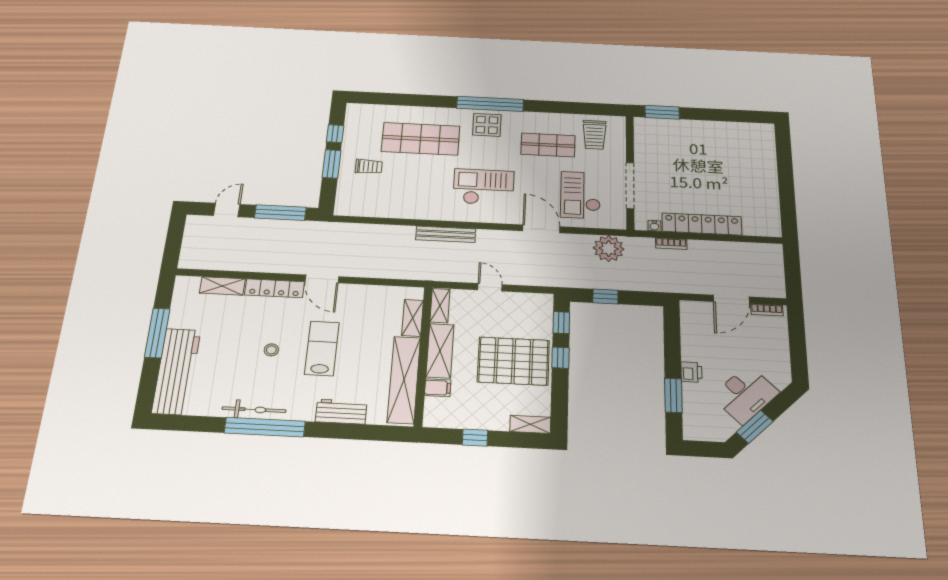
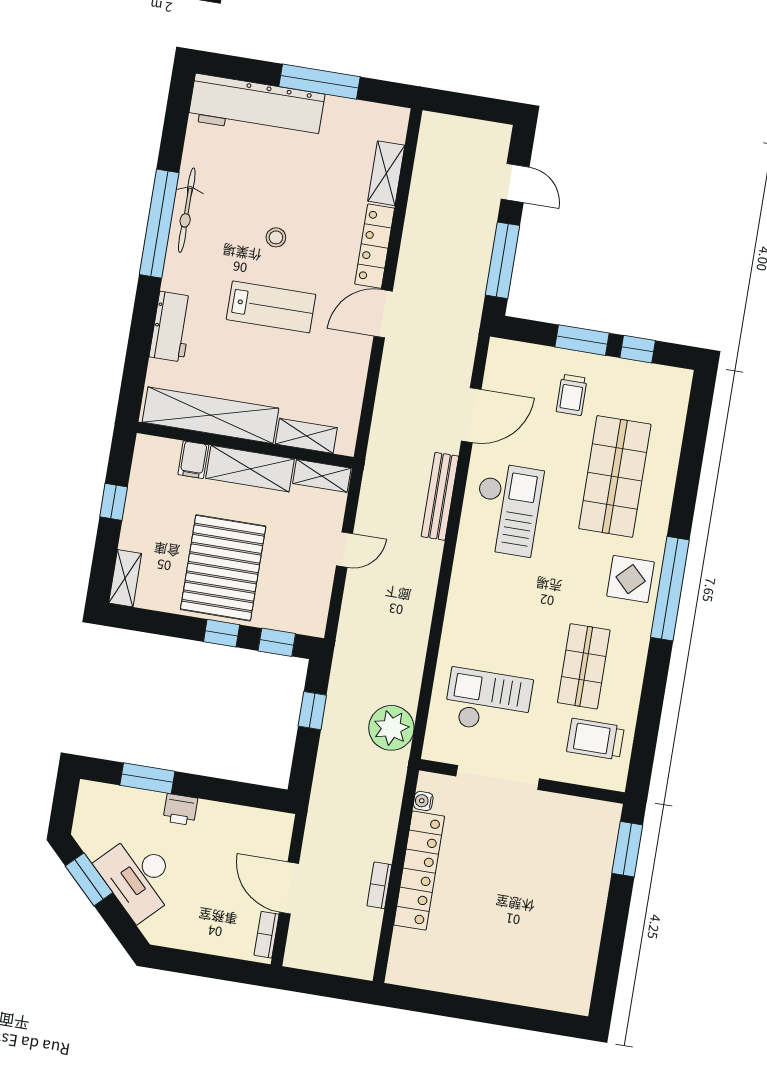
checkout: (484, 187) -> (507, 509), moved
door: (541, 229) -> (471, 415), moved
bookcase: (671, 244) -> (379, 885), moved

